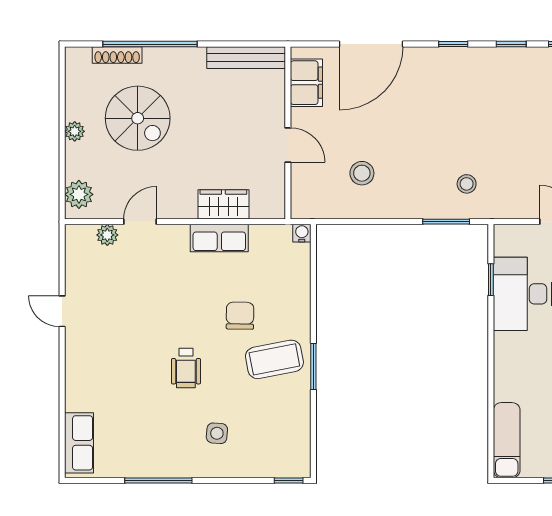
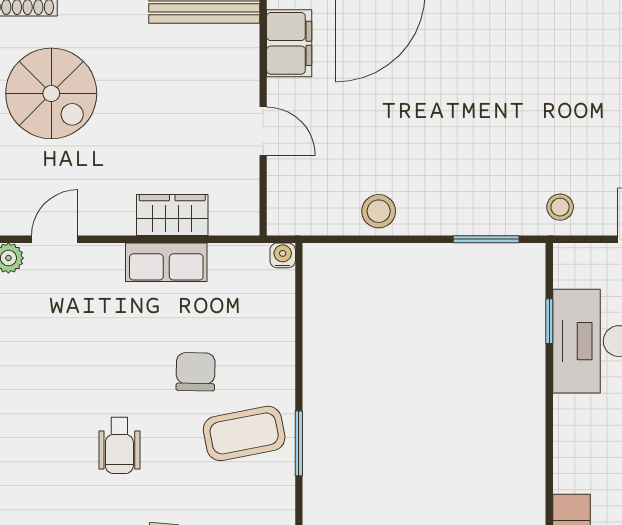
stool: (362, 173) -> (379, 211), moved
stool: (467, 184) -> (560, 207), moved

